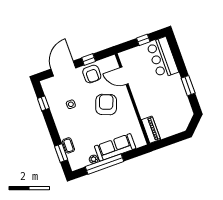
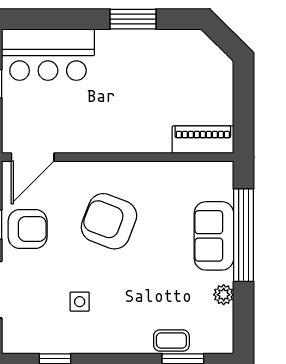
door: (124, 76) -> (33, 157), moved
sofa: (115, 147) -> (214, 236), width x0.73
window: (105, 164) -> (243, 235), moved

